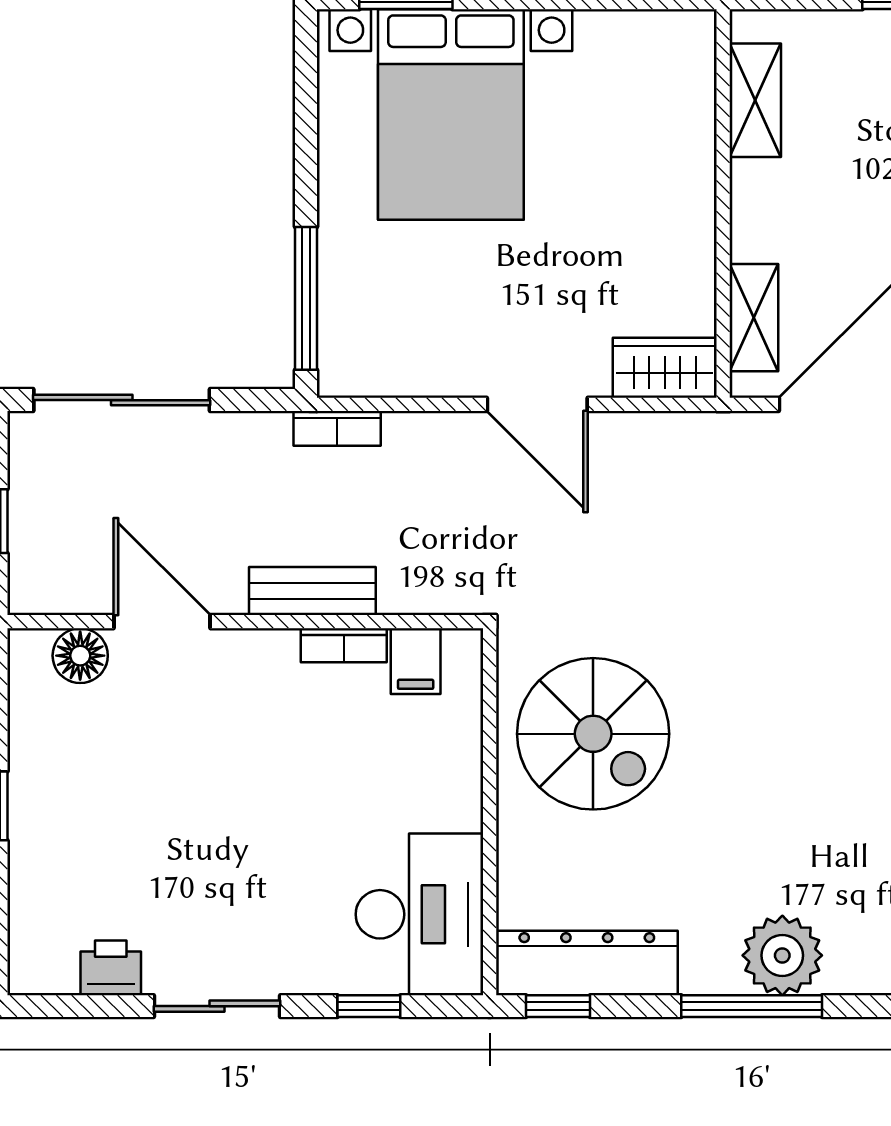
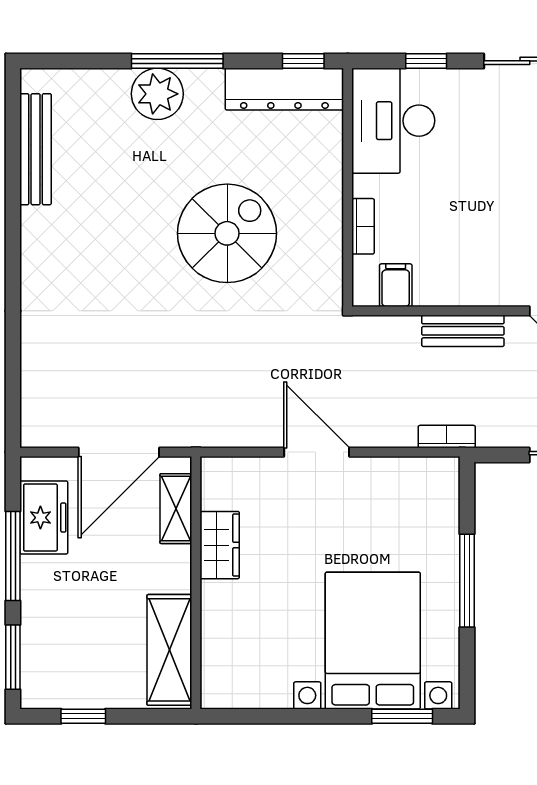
shelving: (755, 100) -> (169, 650), width x1.50, depth x1.33
window: (306, 298) -> (467, 581), moved
wardrobe: (665, 368) -> (220, 545), moved, turned -90
bookcase: (344, 645) -> (363, 226), moved, turned 90
spiral stairs: (593, 734) -> (227, 233), moved, turned 90

